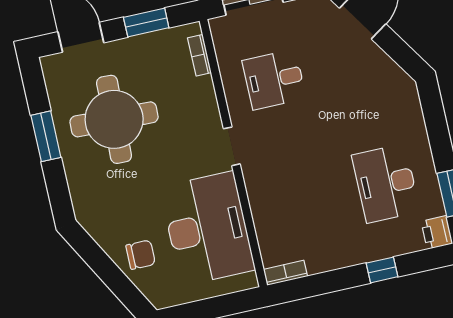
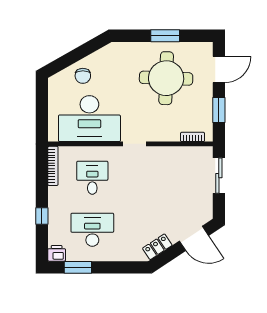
locker: (390, 72) -> (157, 247), added
desk: (274, 79) -> (92, 178), moved
bookcase: (286, 273) -> (53, 166), width x1.56

